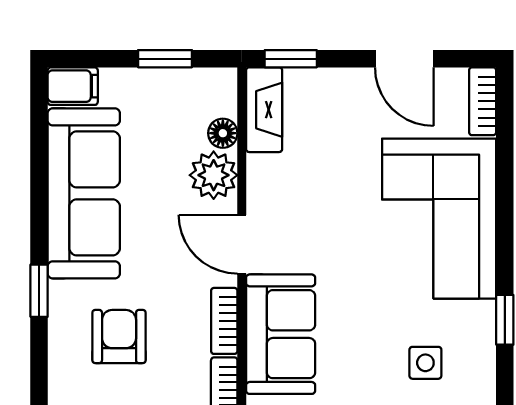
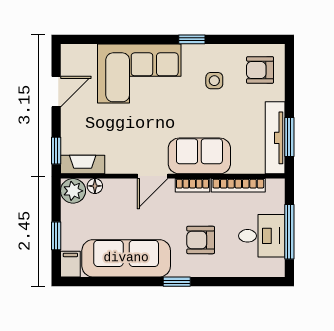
window: (165, 59) -> (56, 236), moved
bookcase: (483, 101) -> (78, 51), removed
plant: (214, 175) -> (73, 191), moved

